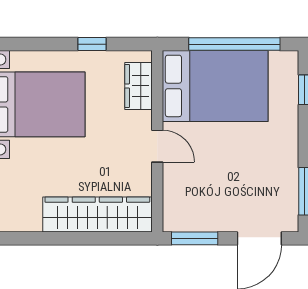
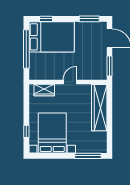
window: (92, 44) -> (26, 131), moved
bed: (215, 86) -> (52, 37), moved, turned 90

